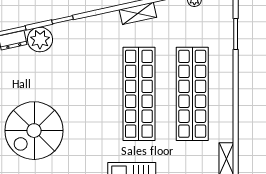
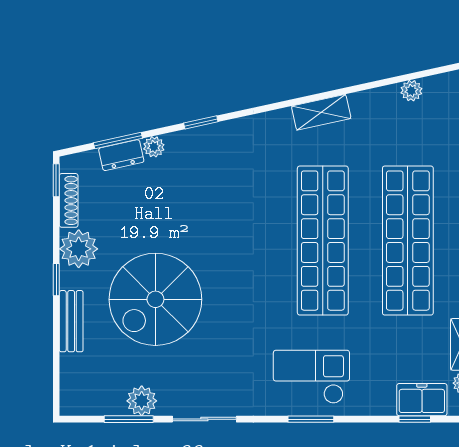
plant: (40, 40) -> (154, 147), width x0.53, depth x0.53

